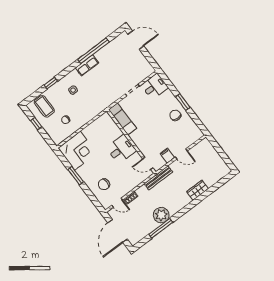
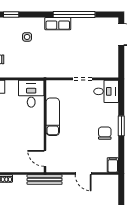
exam couch: (122, 119) -> (53, 117), moved
desk: (121, 149) -> (31, 94), moved, turned -90
filing cabinet: (167, 156) -> (113, 165), moved

